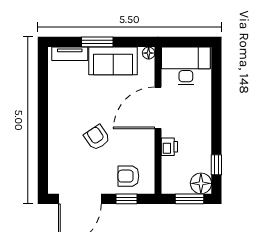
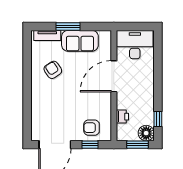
floor lamp: (149, 53) -> (107, 35), removed
armchair: (97, 138) -> (53, 70), moved
printer: (169, 147) -> (122, 117), moved

